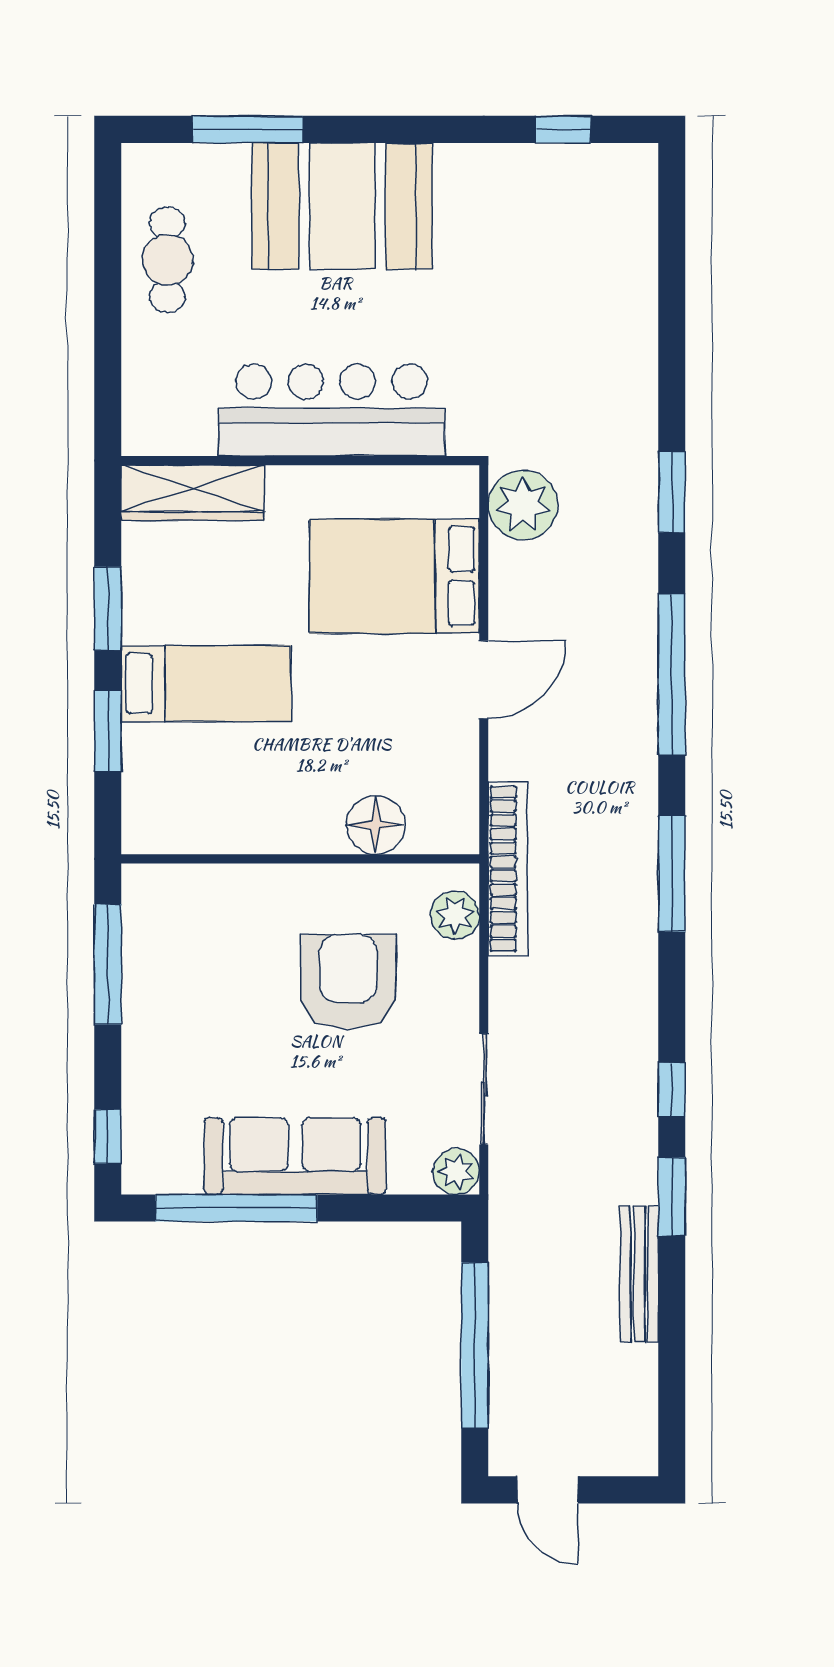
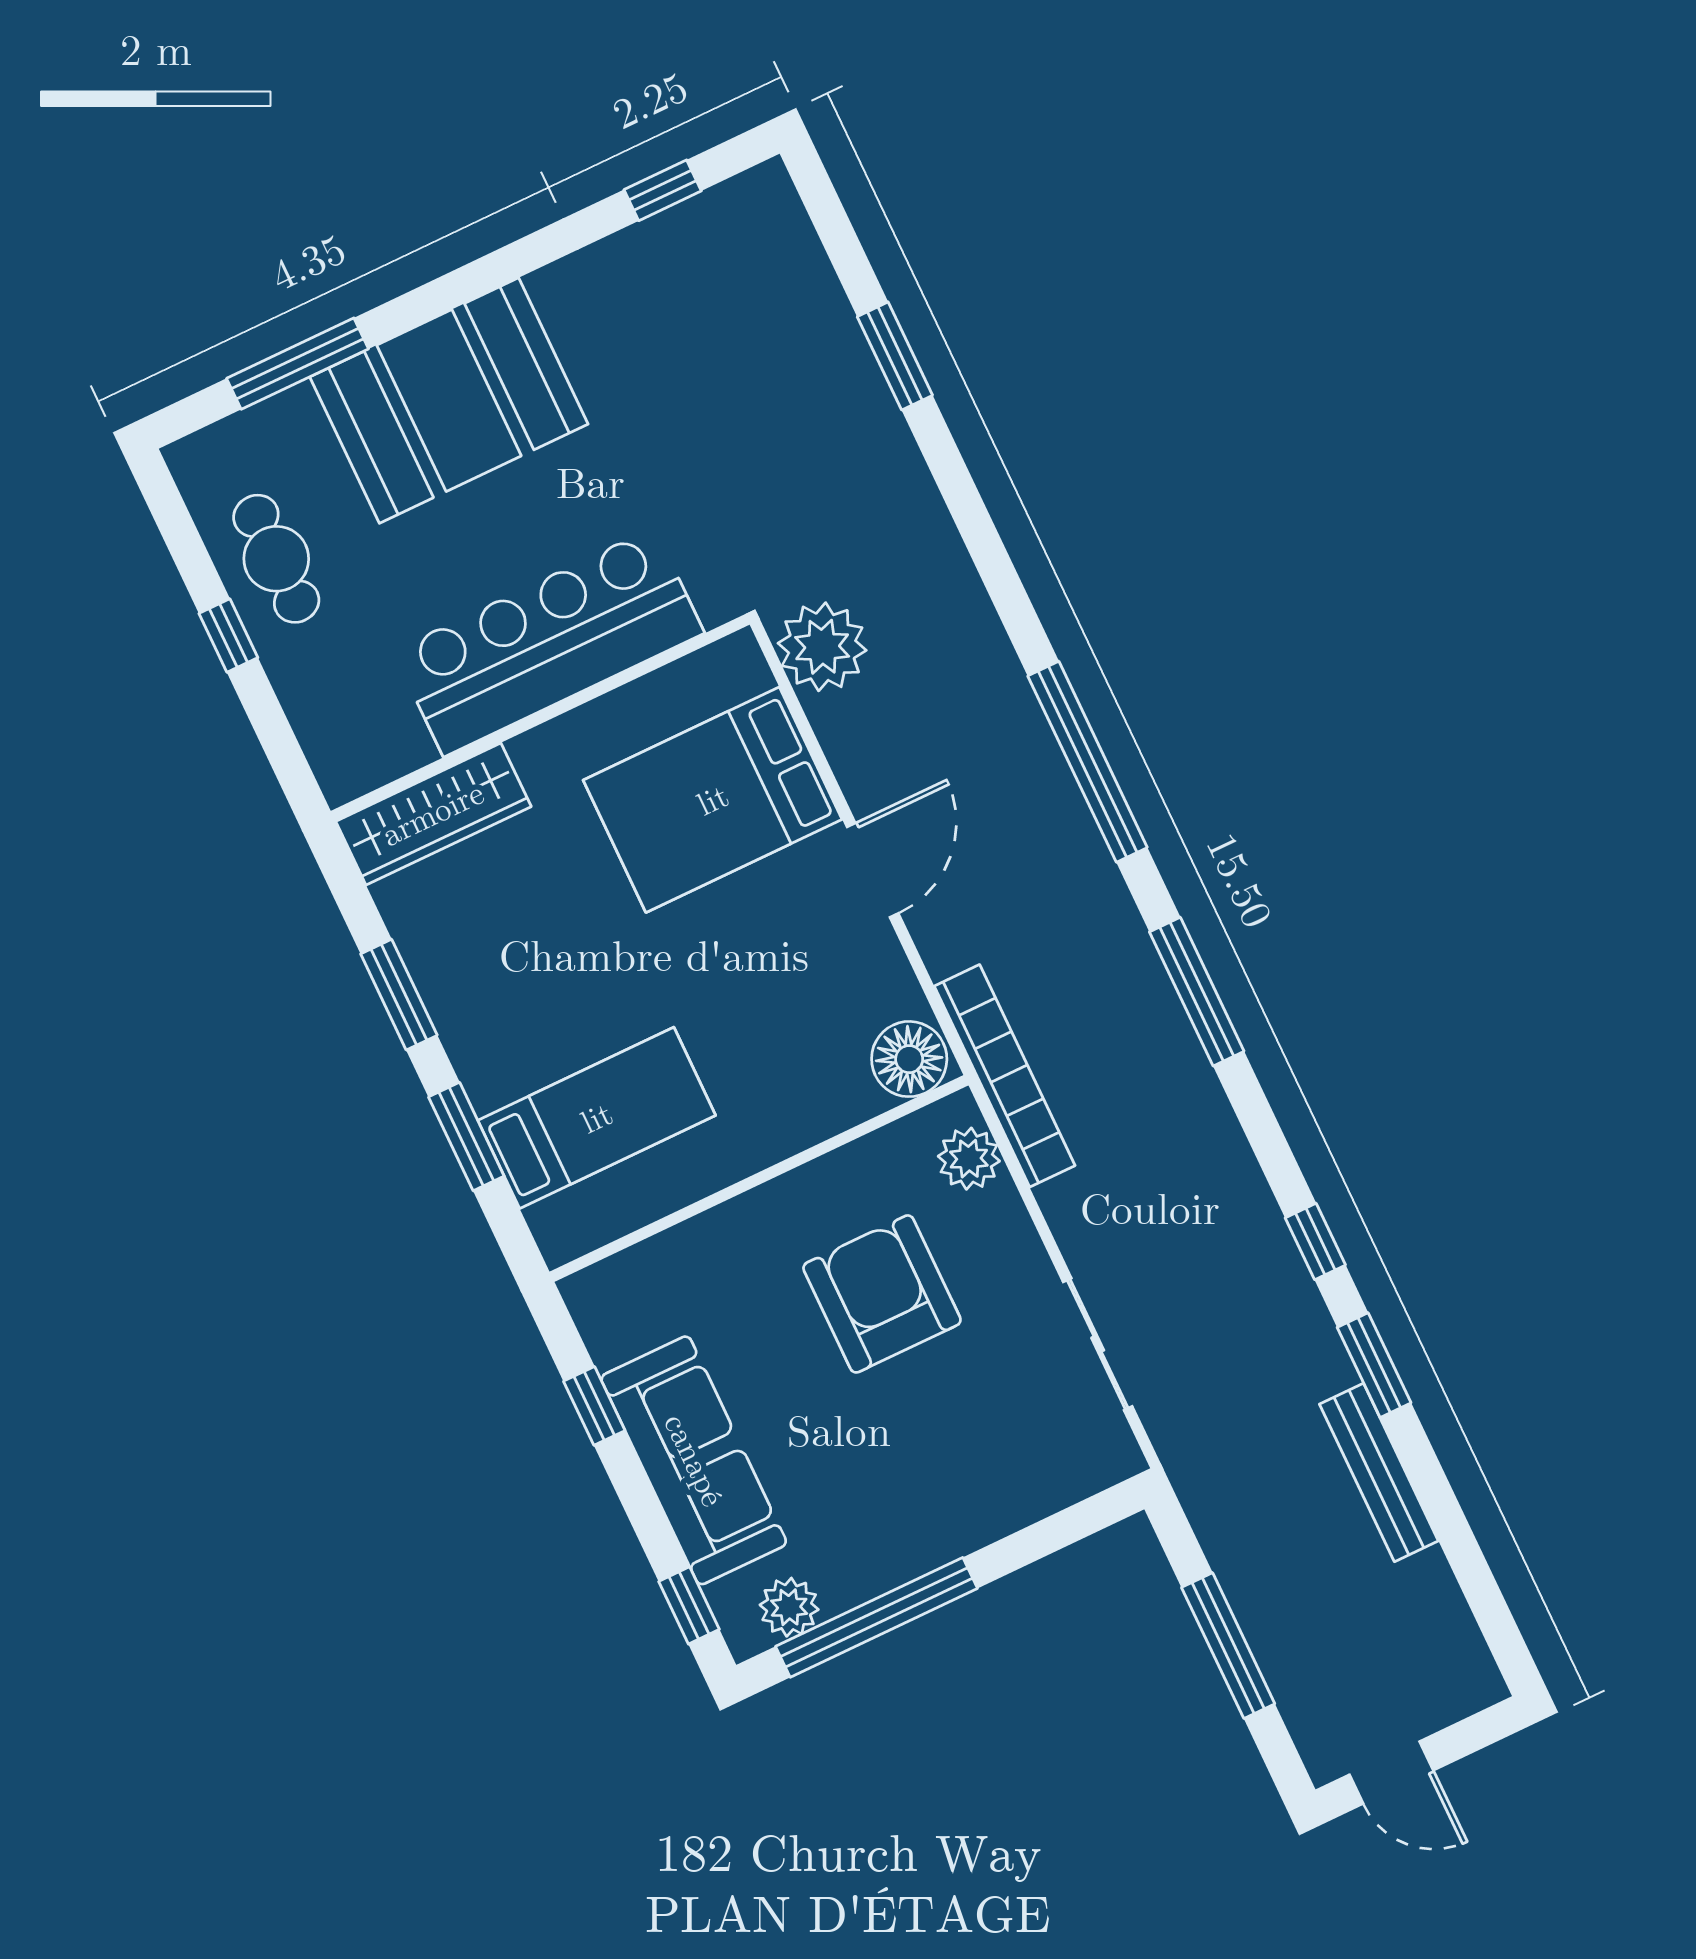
window: (108, 298) -> (228, 636), added
window: (672, 492) -> (895, 356), moved
bed: (206, 684) -> (597, 1118), moved
floor lamp: (376, 825) -> (909, 1059), moved
window: (108, 964) -> (594, 1406), width x0.46
sofa: (295, 1156) -> (694, 1460), moved, turned 90
plant: (456, 1171) -> (789, 1607), moved
window: (475, 1346) -> (1228, 1646), width x0.68

